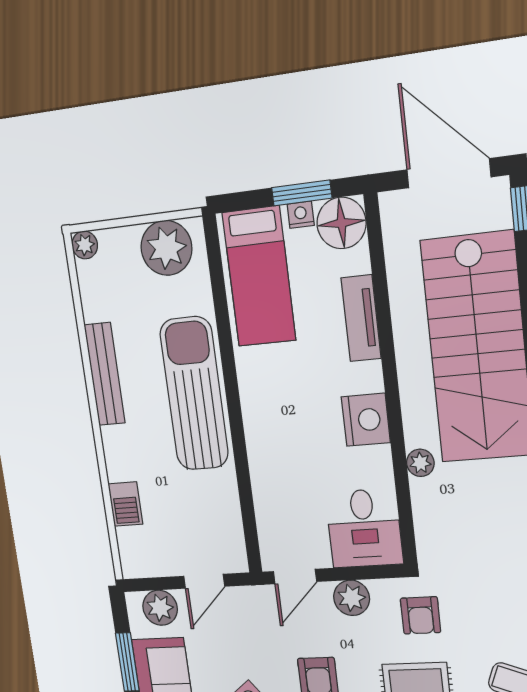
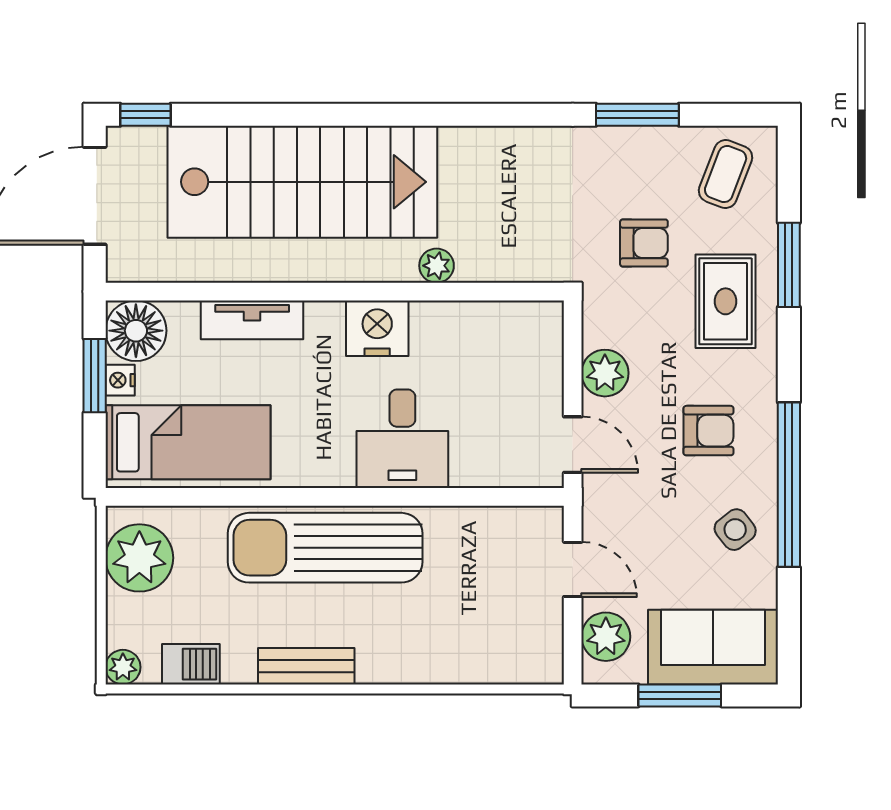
bench: (105, 374) -> (306, 666), width x0.73
barbecue: (125, 504) -> (191, 664), moved
desk: (364, 528) -> (402, 439), moved, turned 90
armchair: (420, 615) -> (644, 243), moved

